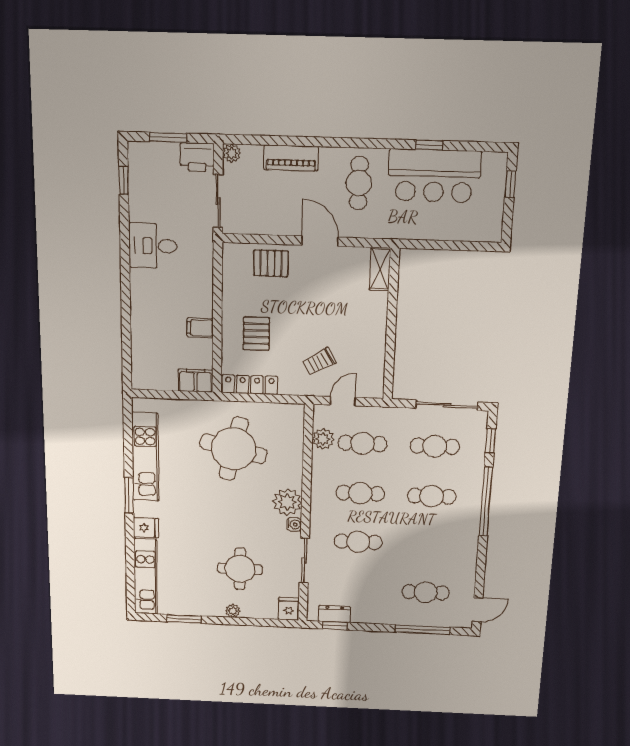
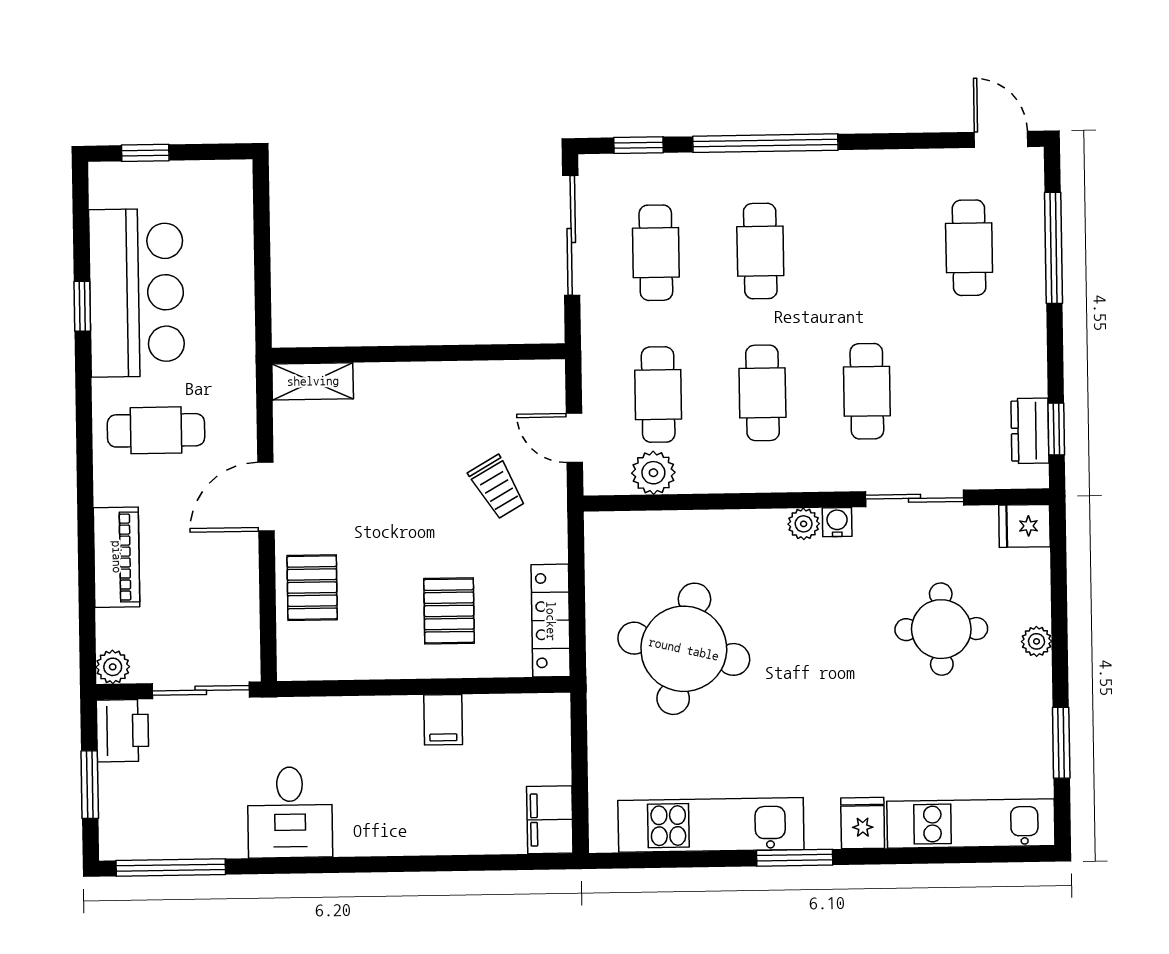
window: (124, 180) -> (171, 868), width x2.17
pallet: (256, 334) -> (449, 611), turned 90
filing cabinet: (196, 381) -> (550, 820), moved
plant: (287, 502) -> (804, 524), width x0.53, depth x0.53

